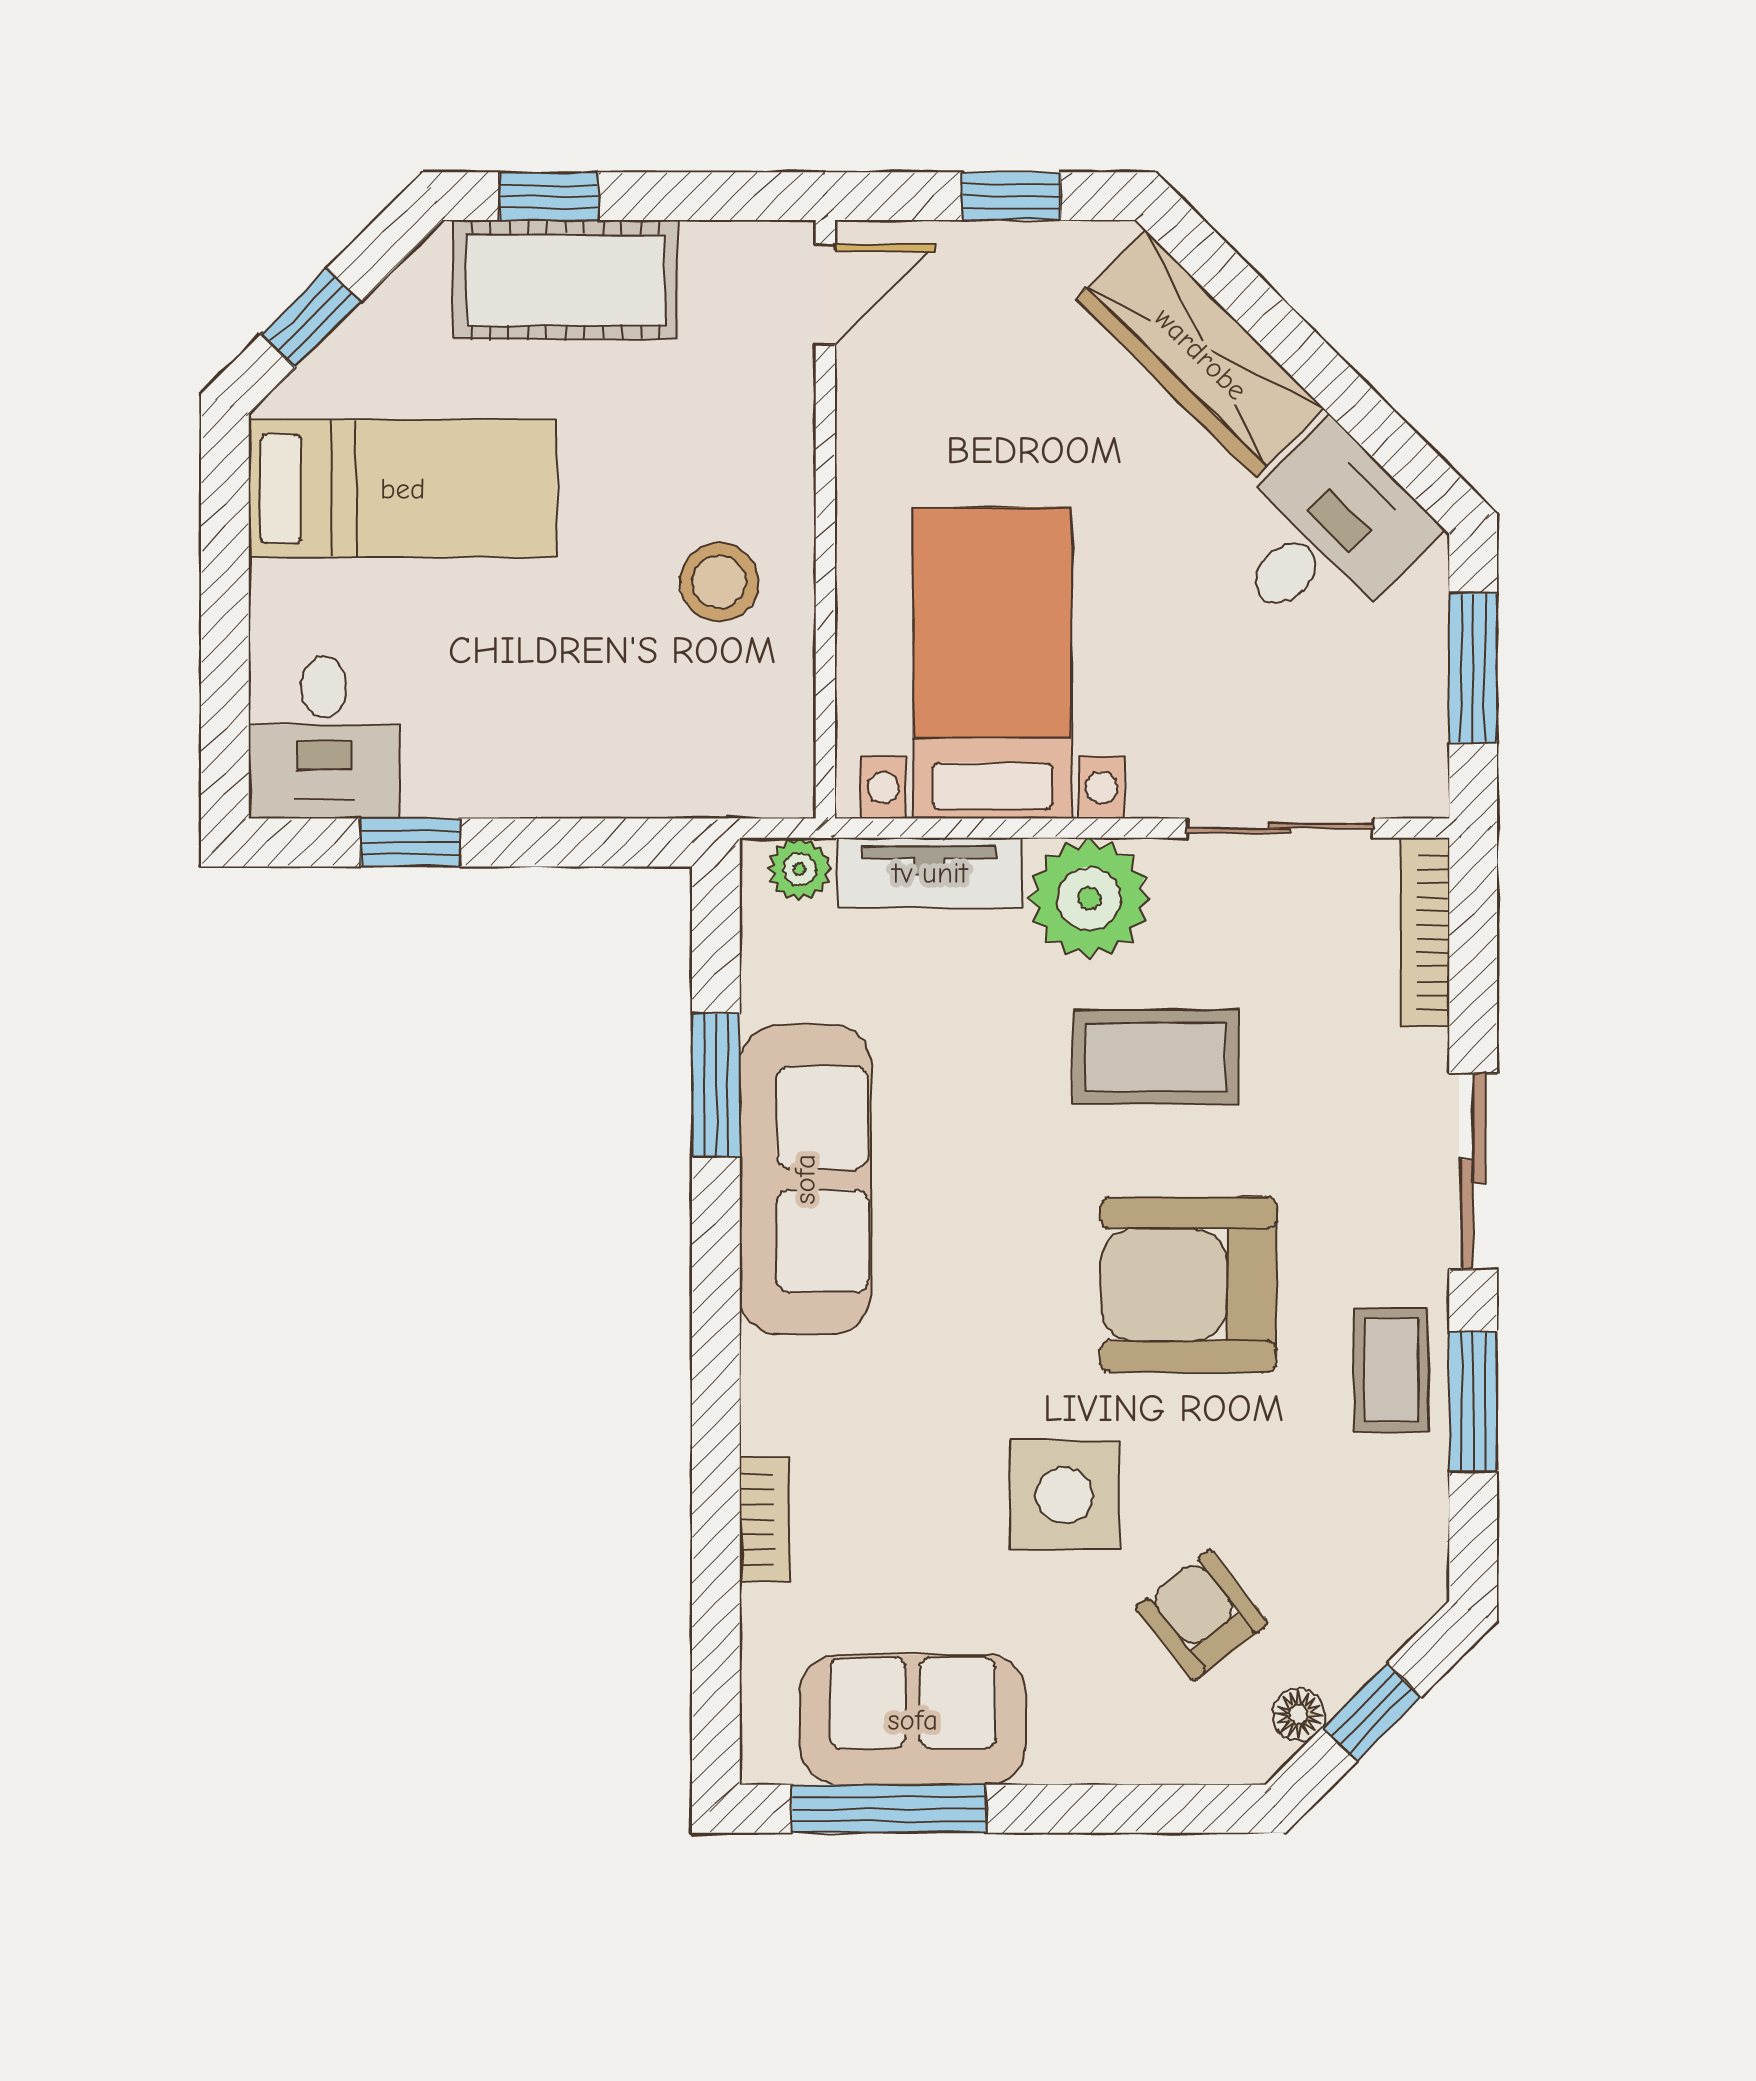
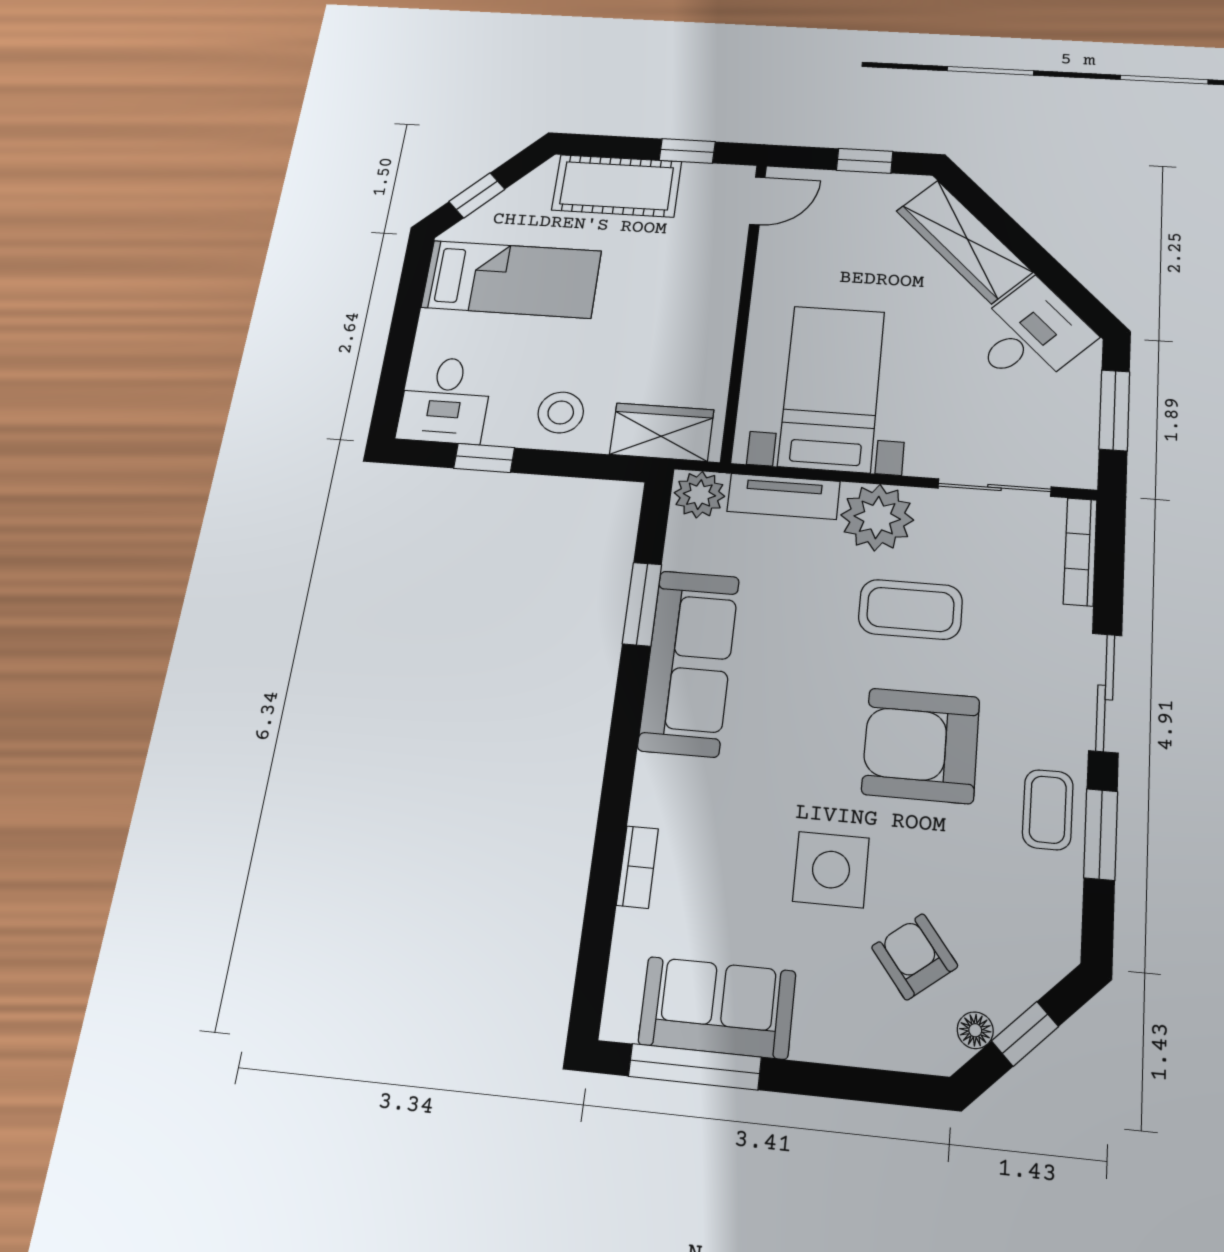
window: (549, 196) -> (687, 151), moved
stool: (719, 582) -> (561, 412), moved
wardrobe: (710, 770) -> (662, 432), added
plant: (800, 869) -> (699, 495), width x1.38, depth x1.38

